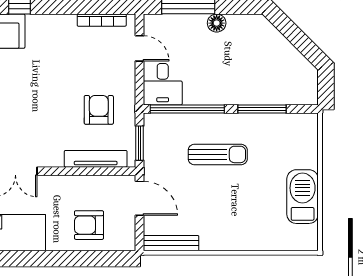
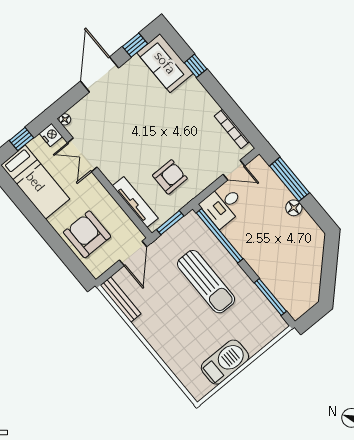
door: (139, 48) -> (234, 170), hinge flipped
window: (262, 109) -> (270, 297), moved
sun lounger: (218, 154) -> (206, 282), width x1.36, depth x1.34
armchair: (89, 225) -> (87, 234), width x1.36, depth x1.36

